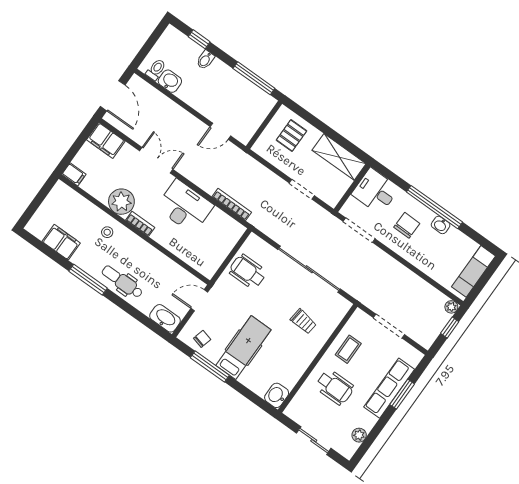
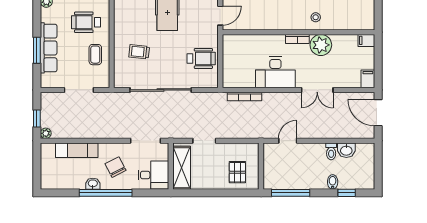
toilet: (156, 70) -> (331, 151), moved
filing cabinet: (106, 140) -> (368, 79), width x0.50
shelving: (339, 157) -> (182, 168), moved, turned 90
chair: (407, 225) -> (115, 167), turned 152
exam couch: (474, 271) -> (77, 150), moved, turned 90

